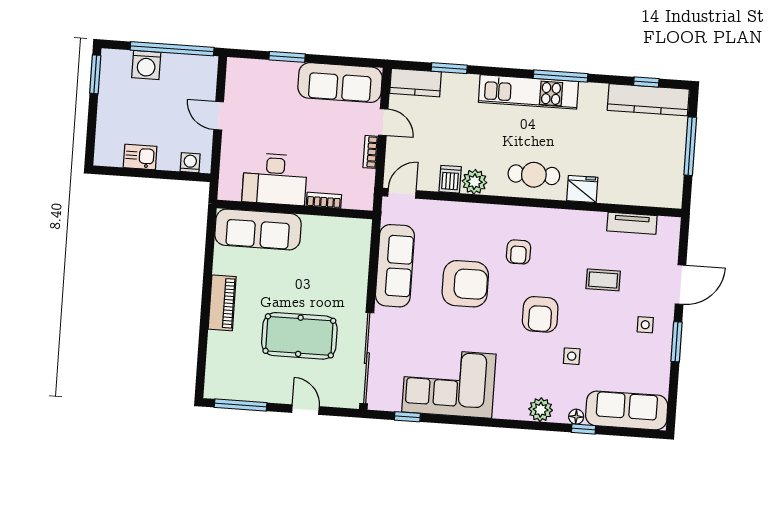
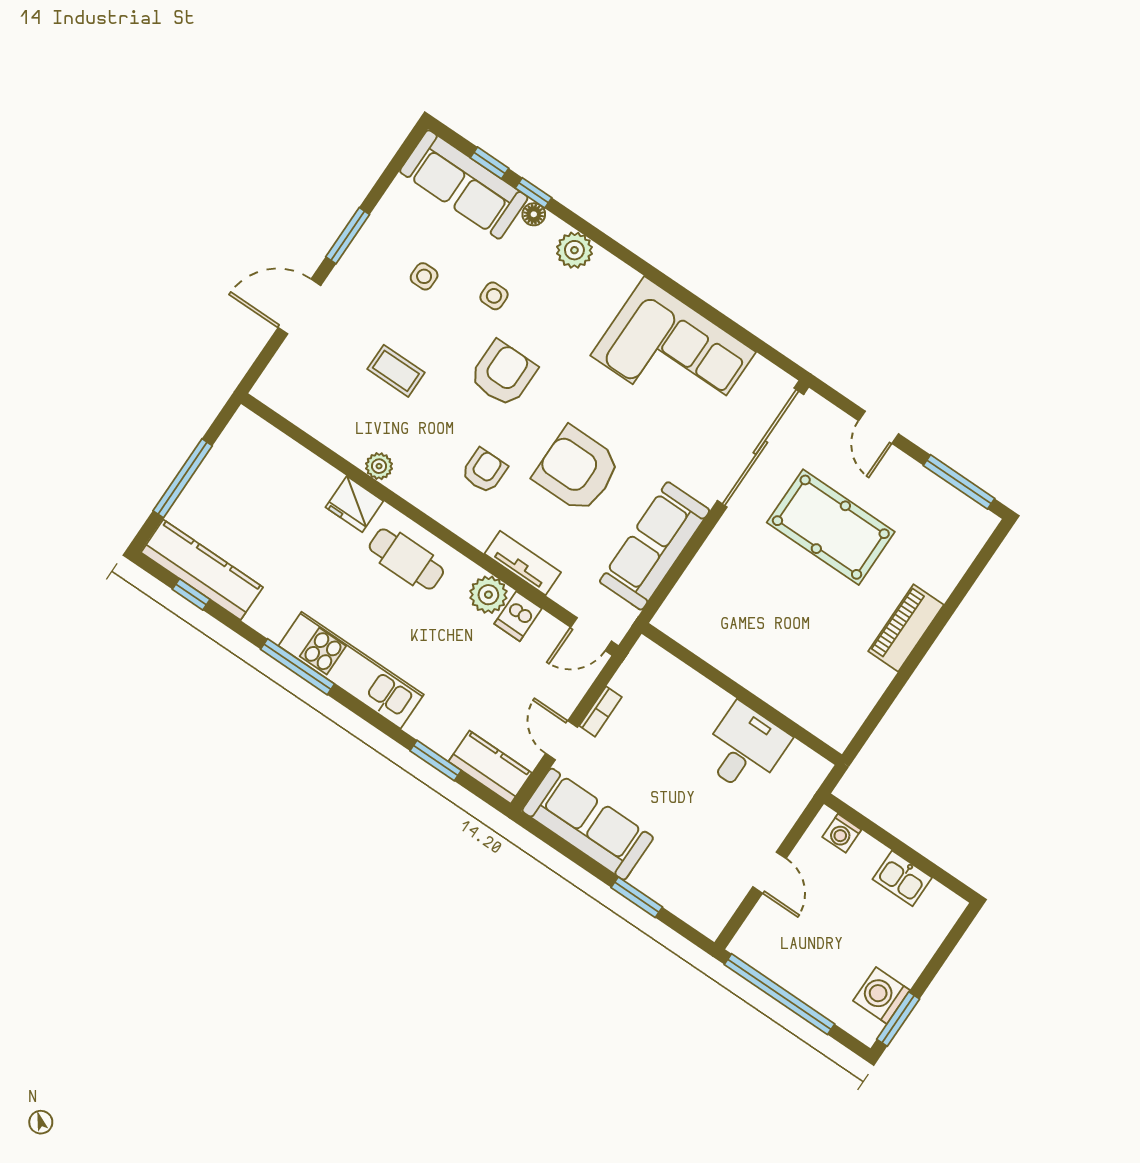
washing machine: (146, 65) -> (882, 995), moved, turned -90
desk: (275, 179) -> (745, 748), width x0.73
bookcase: (324, 200) -> (697, 684), removed
plant: (581, 219) -> (379, 466), added
tv unit: (632, 223) -> (523, 563), moved
sofa: (258, 229) -> (804, 696), removed
side table: (645, 325) -> (424, 276), moved
window: (407, 417) -> (490, 163), moved

